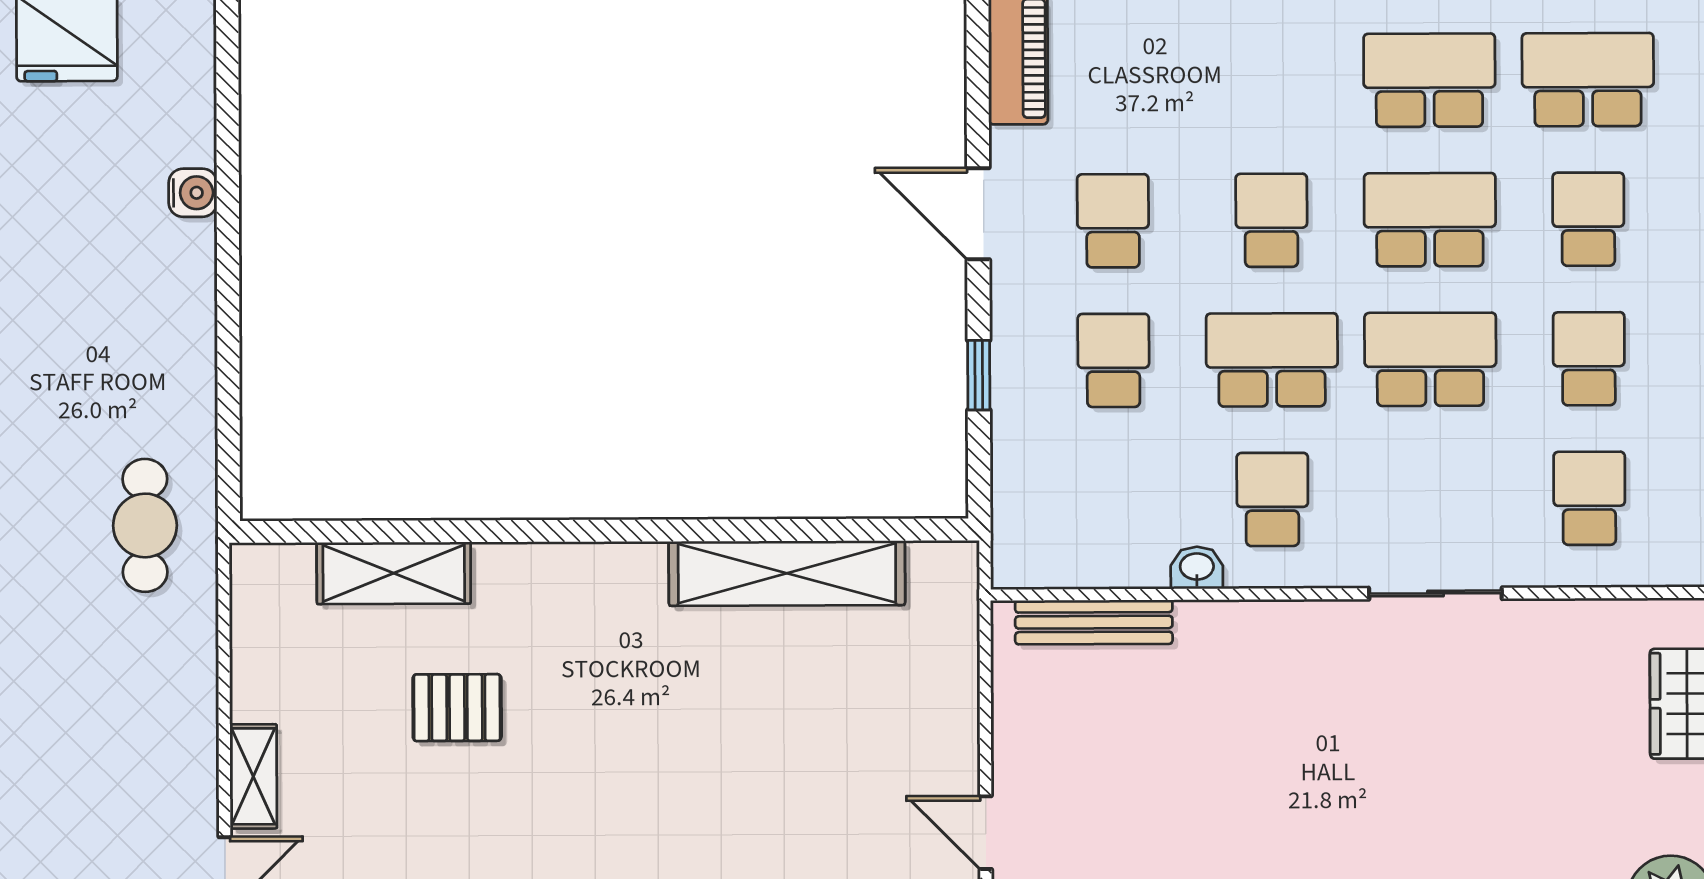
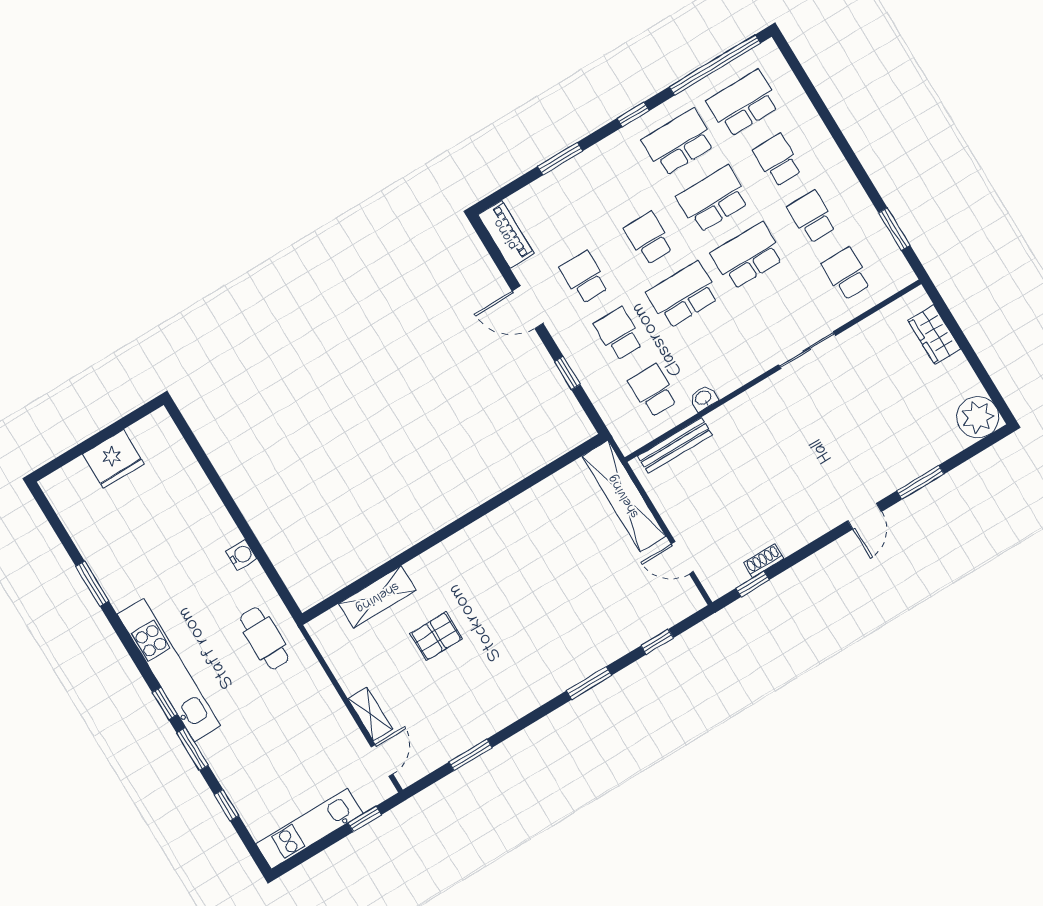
water cooler: (193, 193) -> (241, 555), moved
school desk: (1272, 499) -> (653, 391), moved
shelving: (787, 573) -> (624, 496), moved, turned 90

